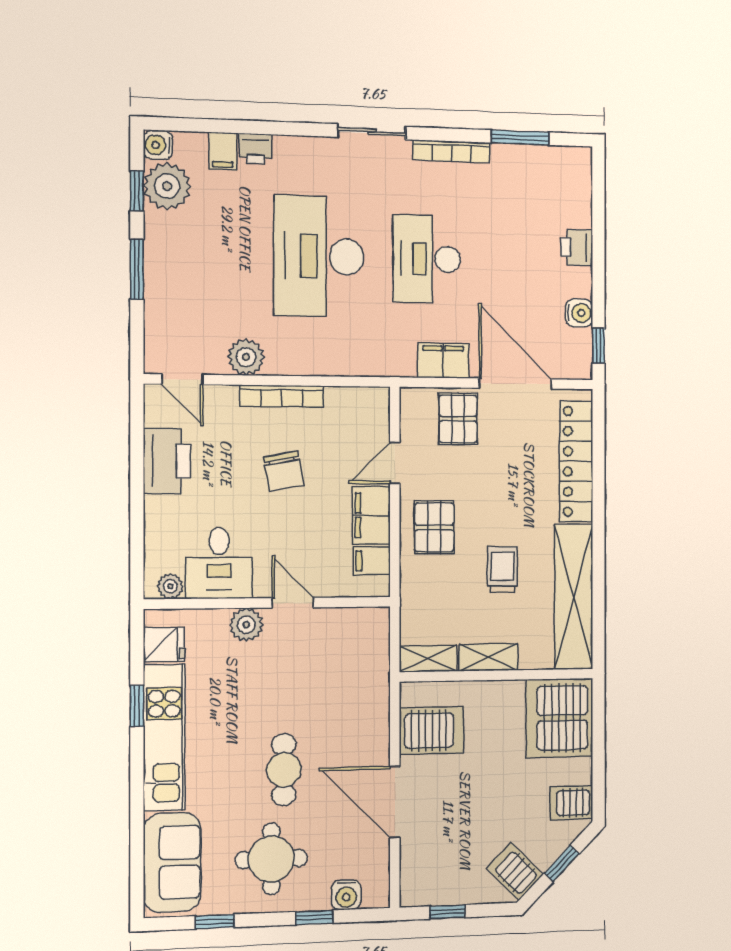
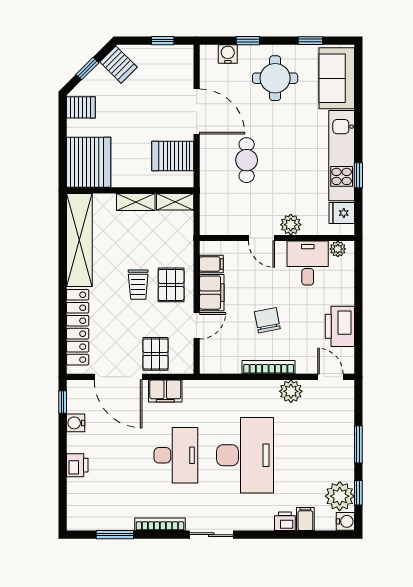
trolley: (502, 570) -> (138, 285), moved
cafe table: (284, 770) -> (247, 160), moved

